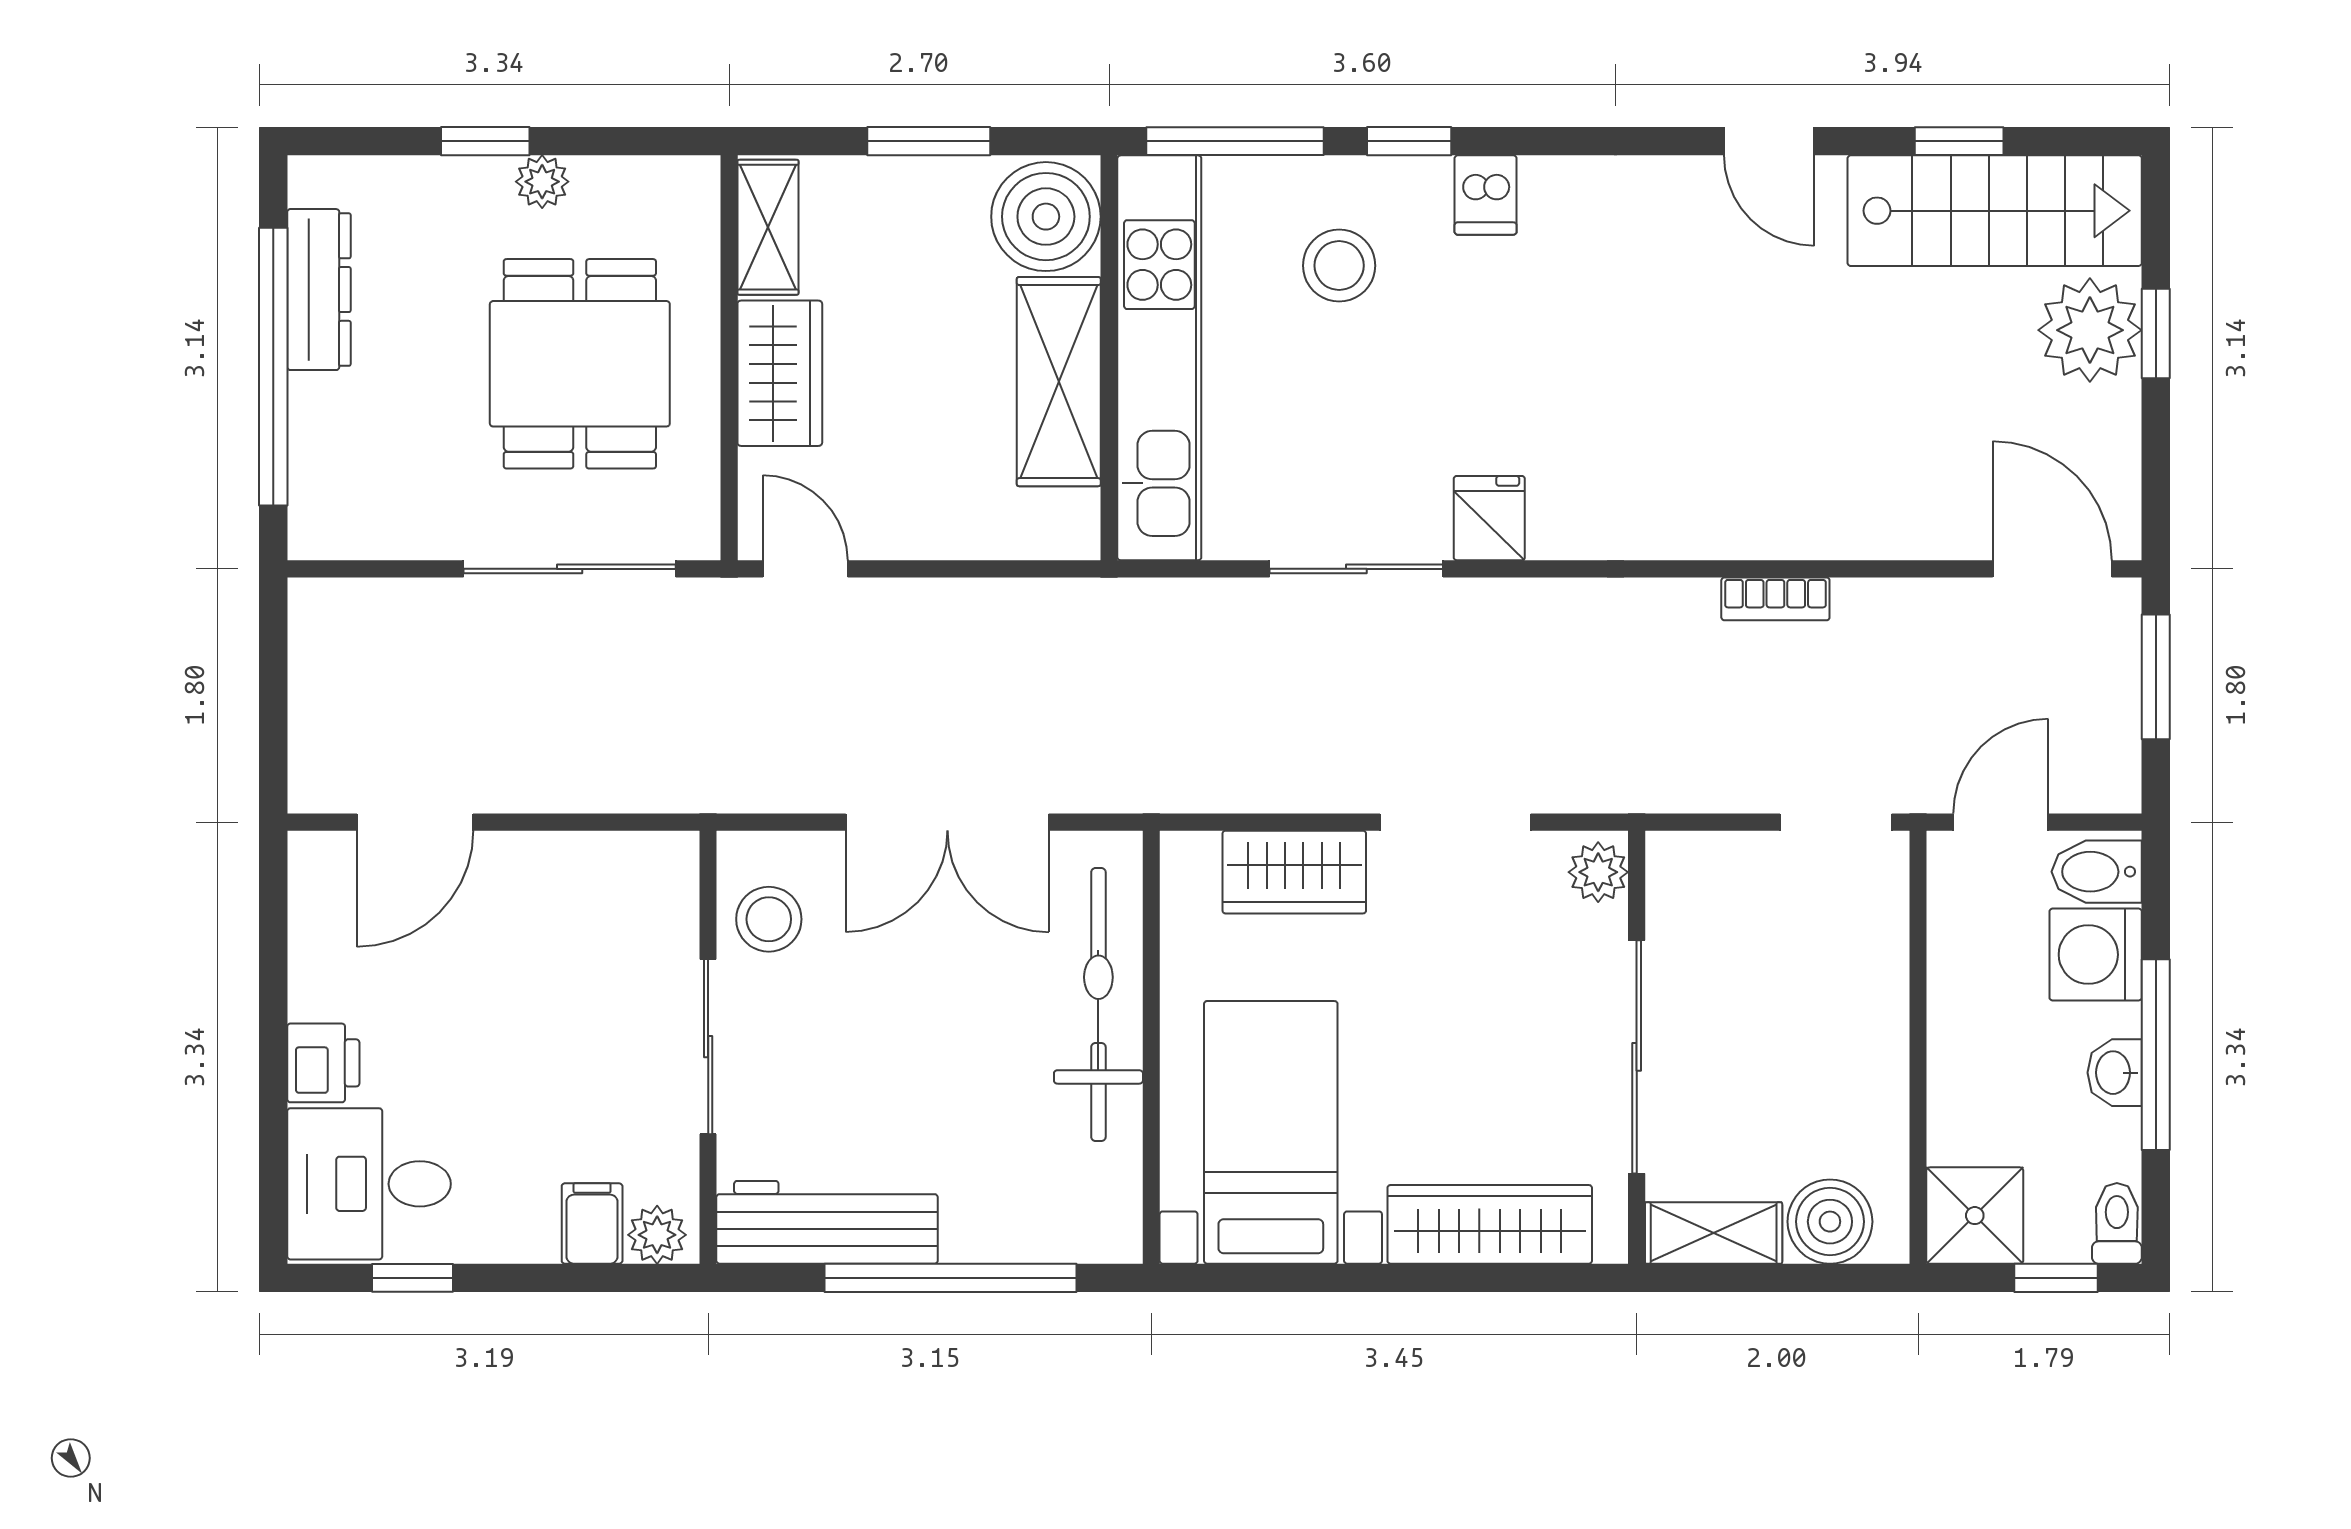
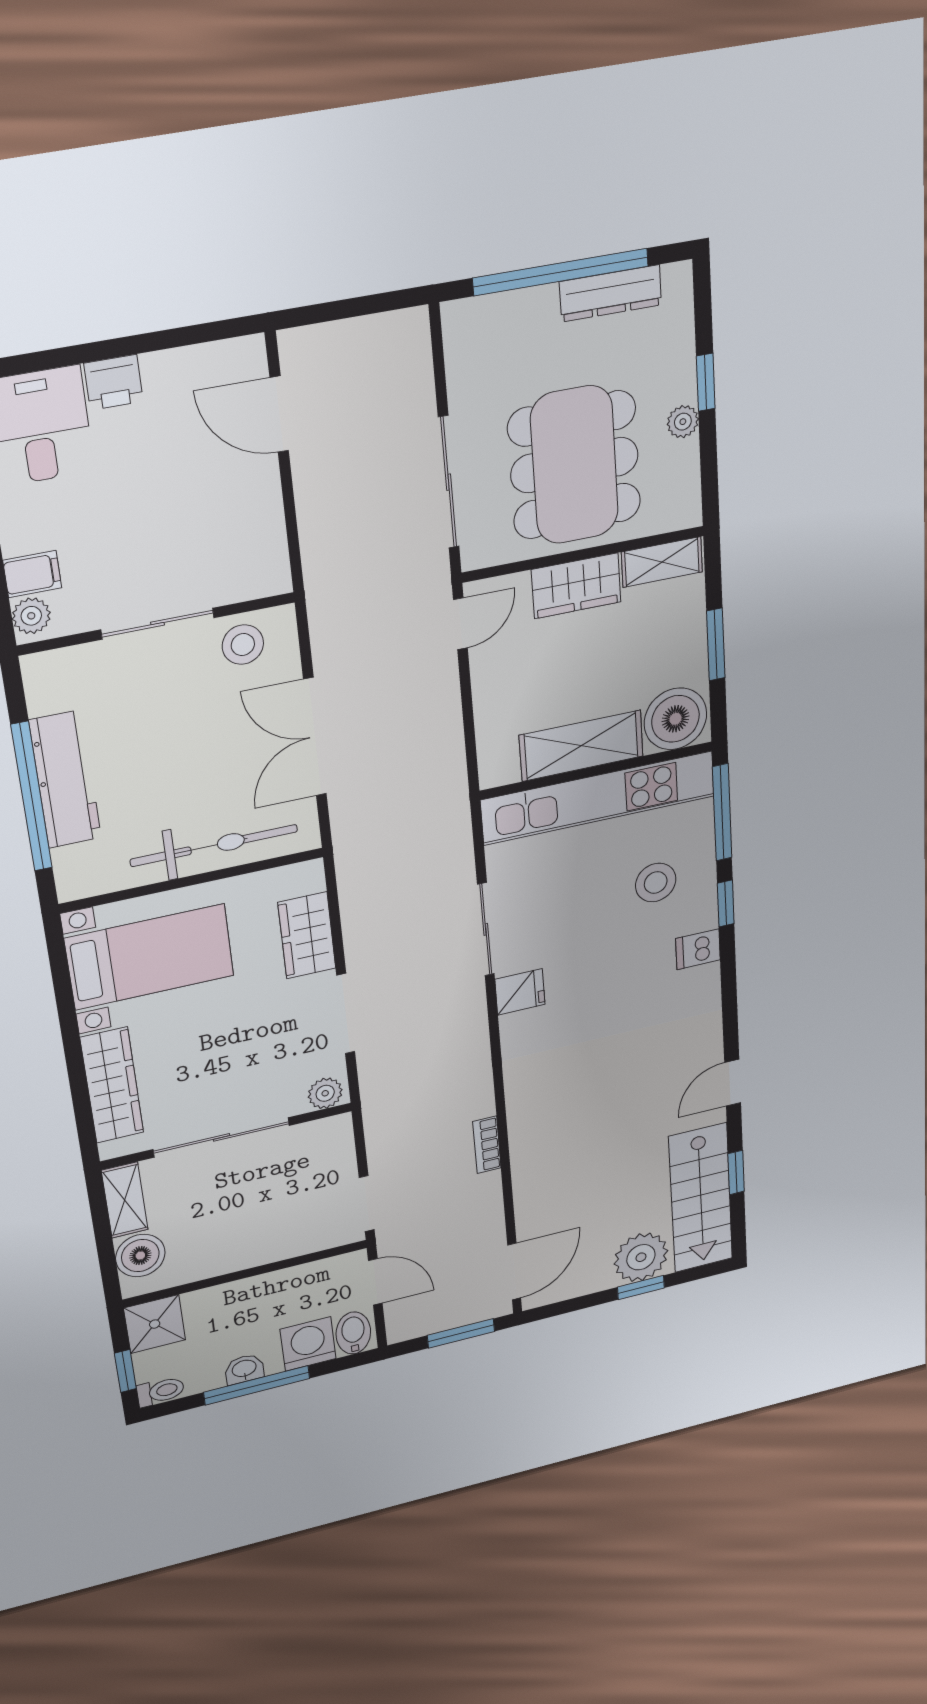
dining table: (580, 364) -> (575, 465), width x1.38
workbench: (827, 1222) -> (65, 779), moved

